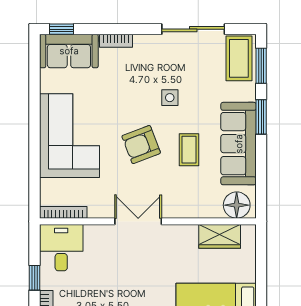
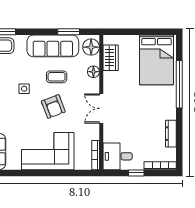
window: (261, 117) -> (69, 32), moved
floor lamp: (197, 209) -> (93, 72), added

